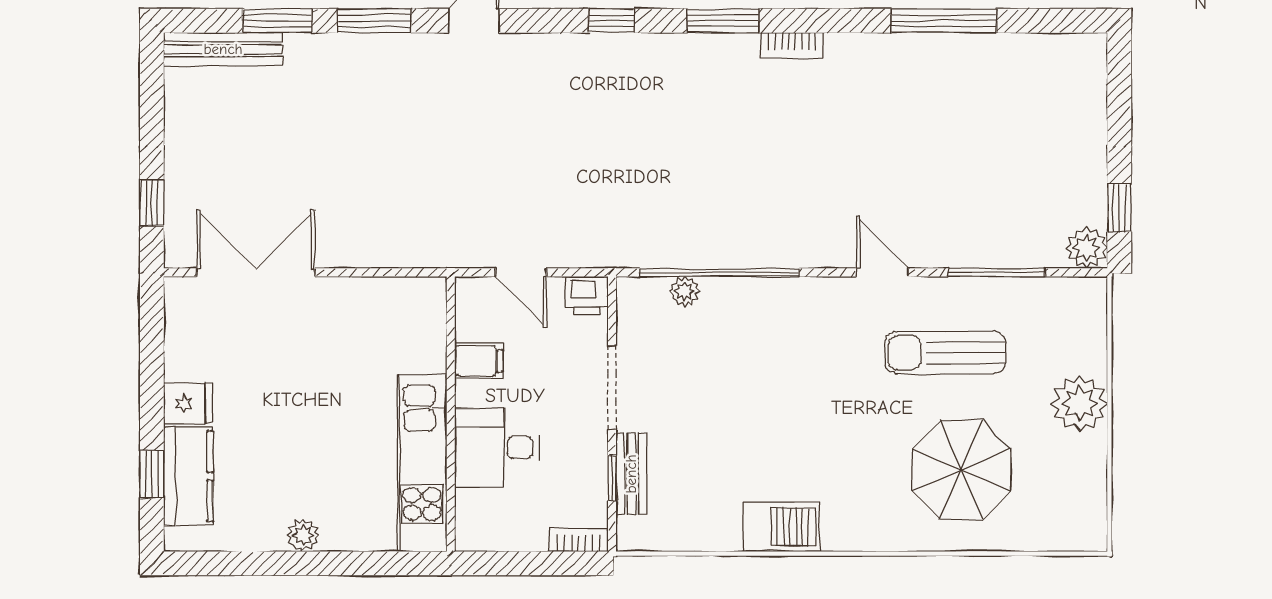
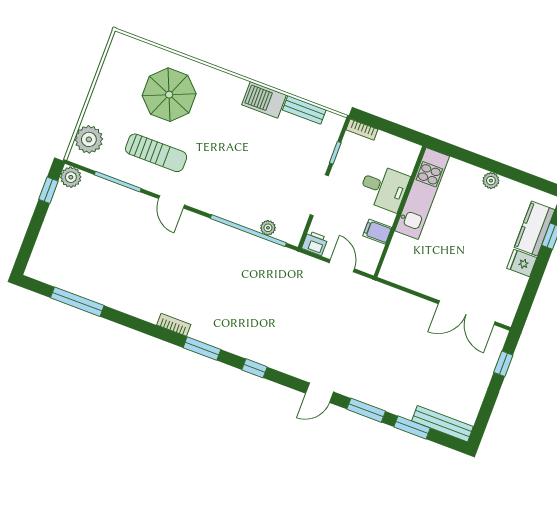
window: (944, 21) -> (77, 302), moved
plant: (1080, 403) -> (89, 139), moved
bench: (631, 474) -> (304, 110), moved, turned 90

